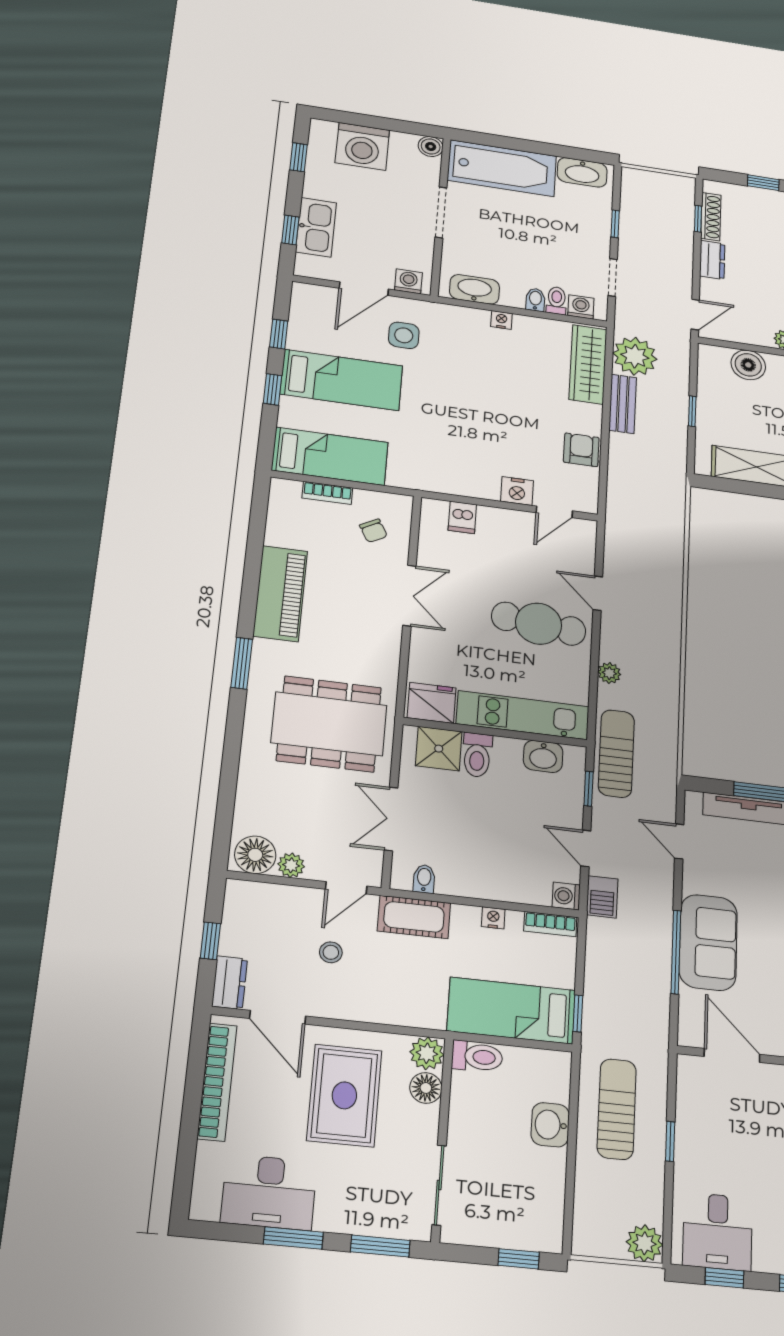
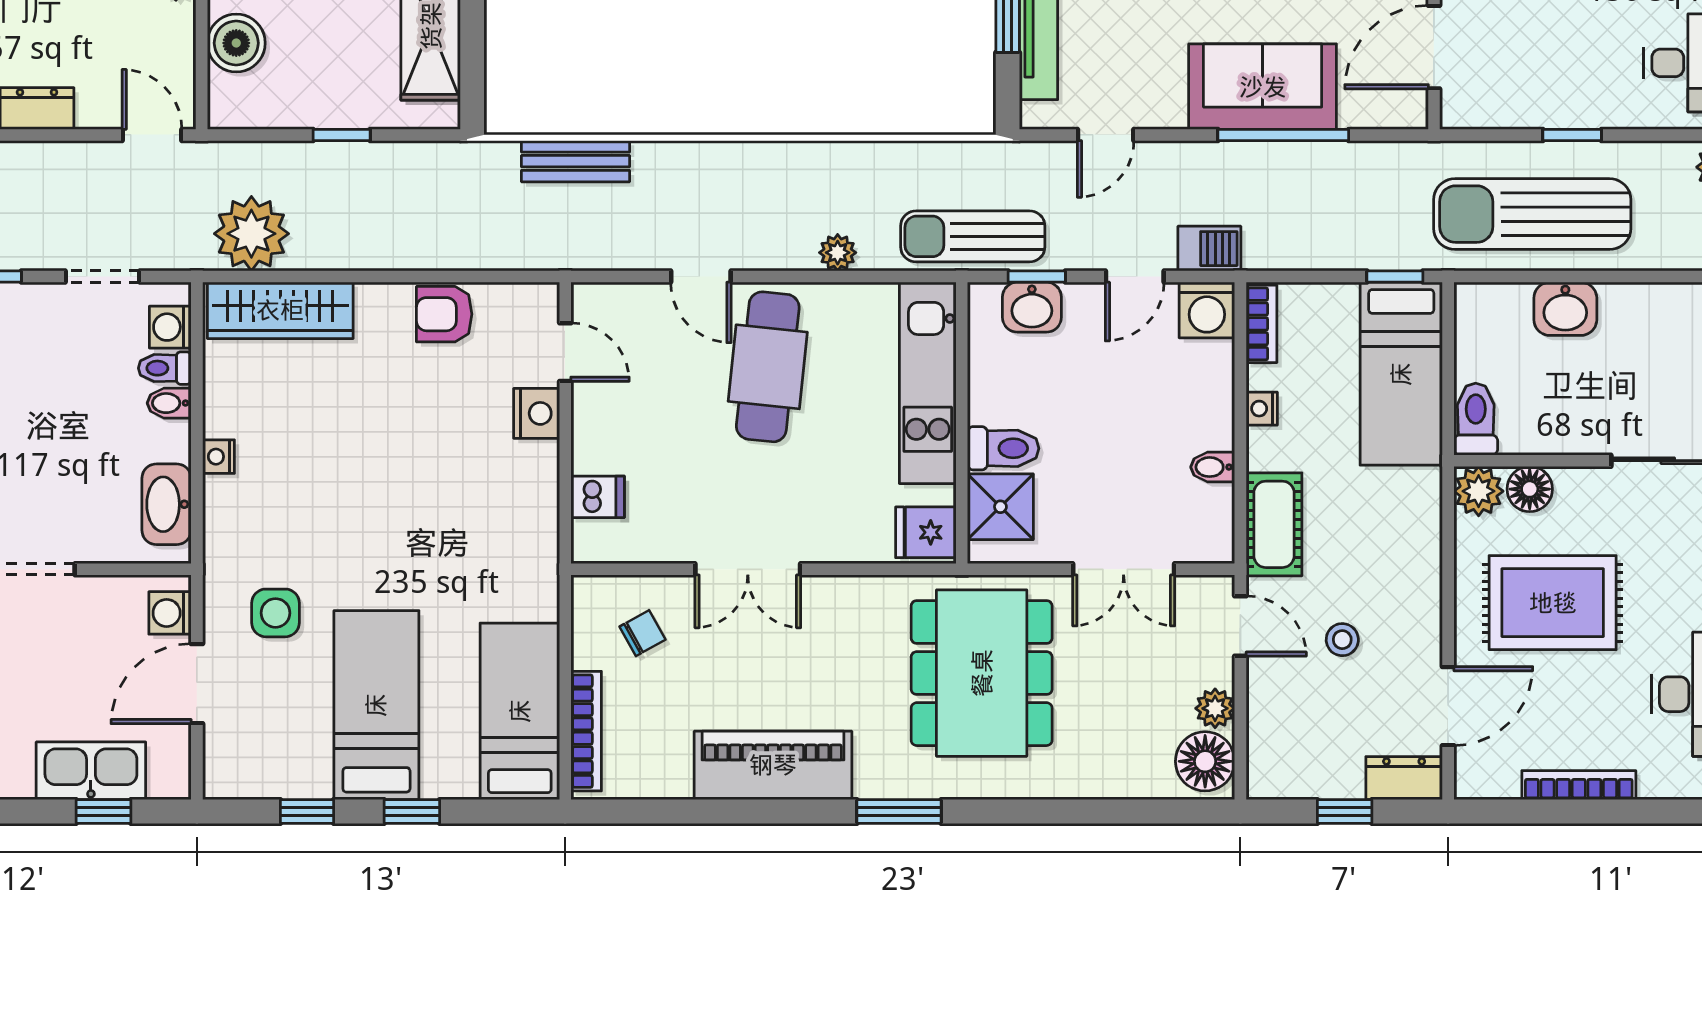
door: (364, 289) -> (197, 684), swing flipped
bench: (623, 404) -> (575, 161), moved
bookcase: (327, 493) -> (586, 731), width x1.56
door: (598, 593) -> (701, 277), hinge flipped
double door: (409, 596) -> (748, 569), swing flipped
fridge: (432, 703) -> (926, 532), width x0.72
washbasin: (543, 756) -> (1032, 307), moved, turned 90
bidet: (424, 879) -> (1213, 467), moved
washing machine: (566, 896) -> (1207, 310), width x1.38, depth x1.38
bookcase: (217, 1082) -> (1579, 785), width x0.68, depth x0.76
sun lounger: (617, 1109) -> (1532, 214), width x1.36, depth x1.34

